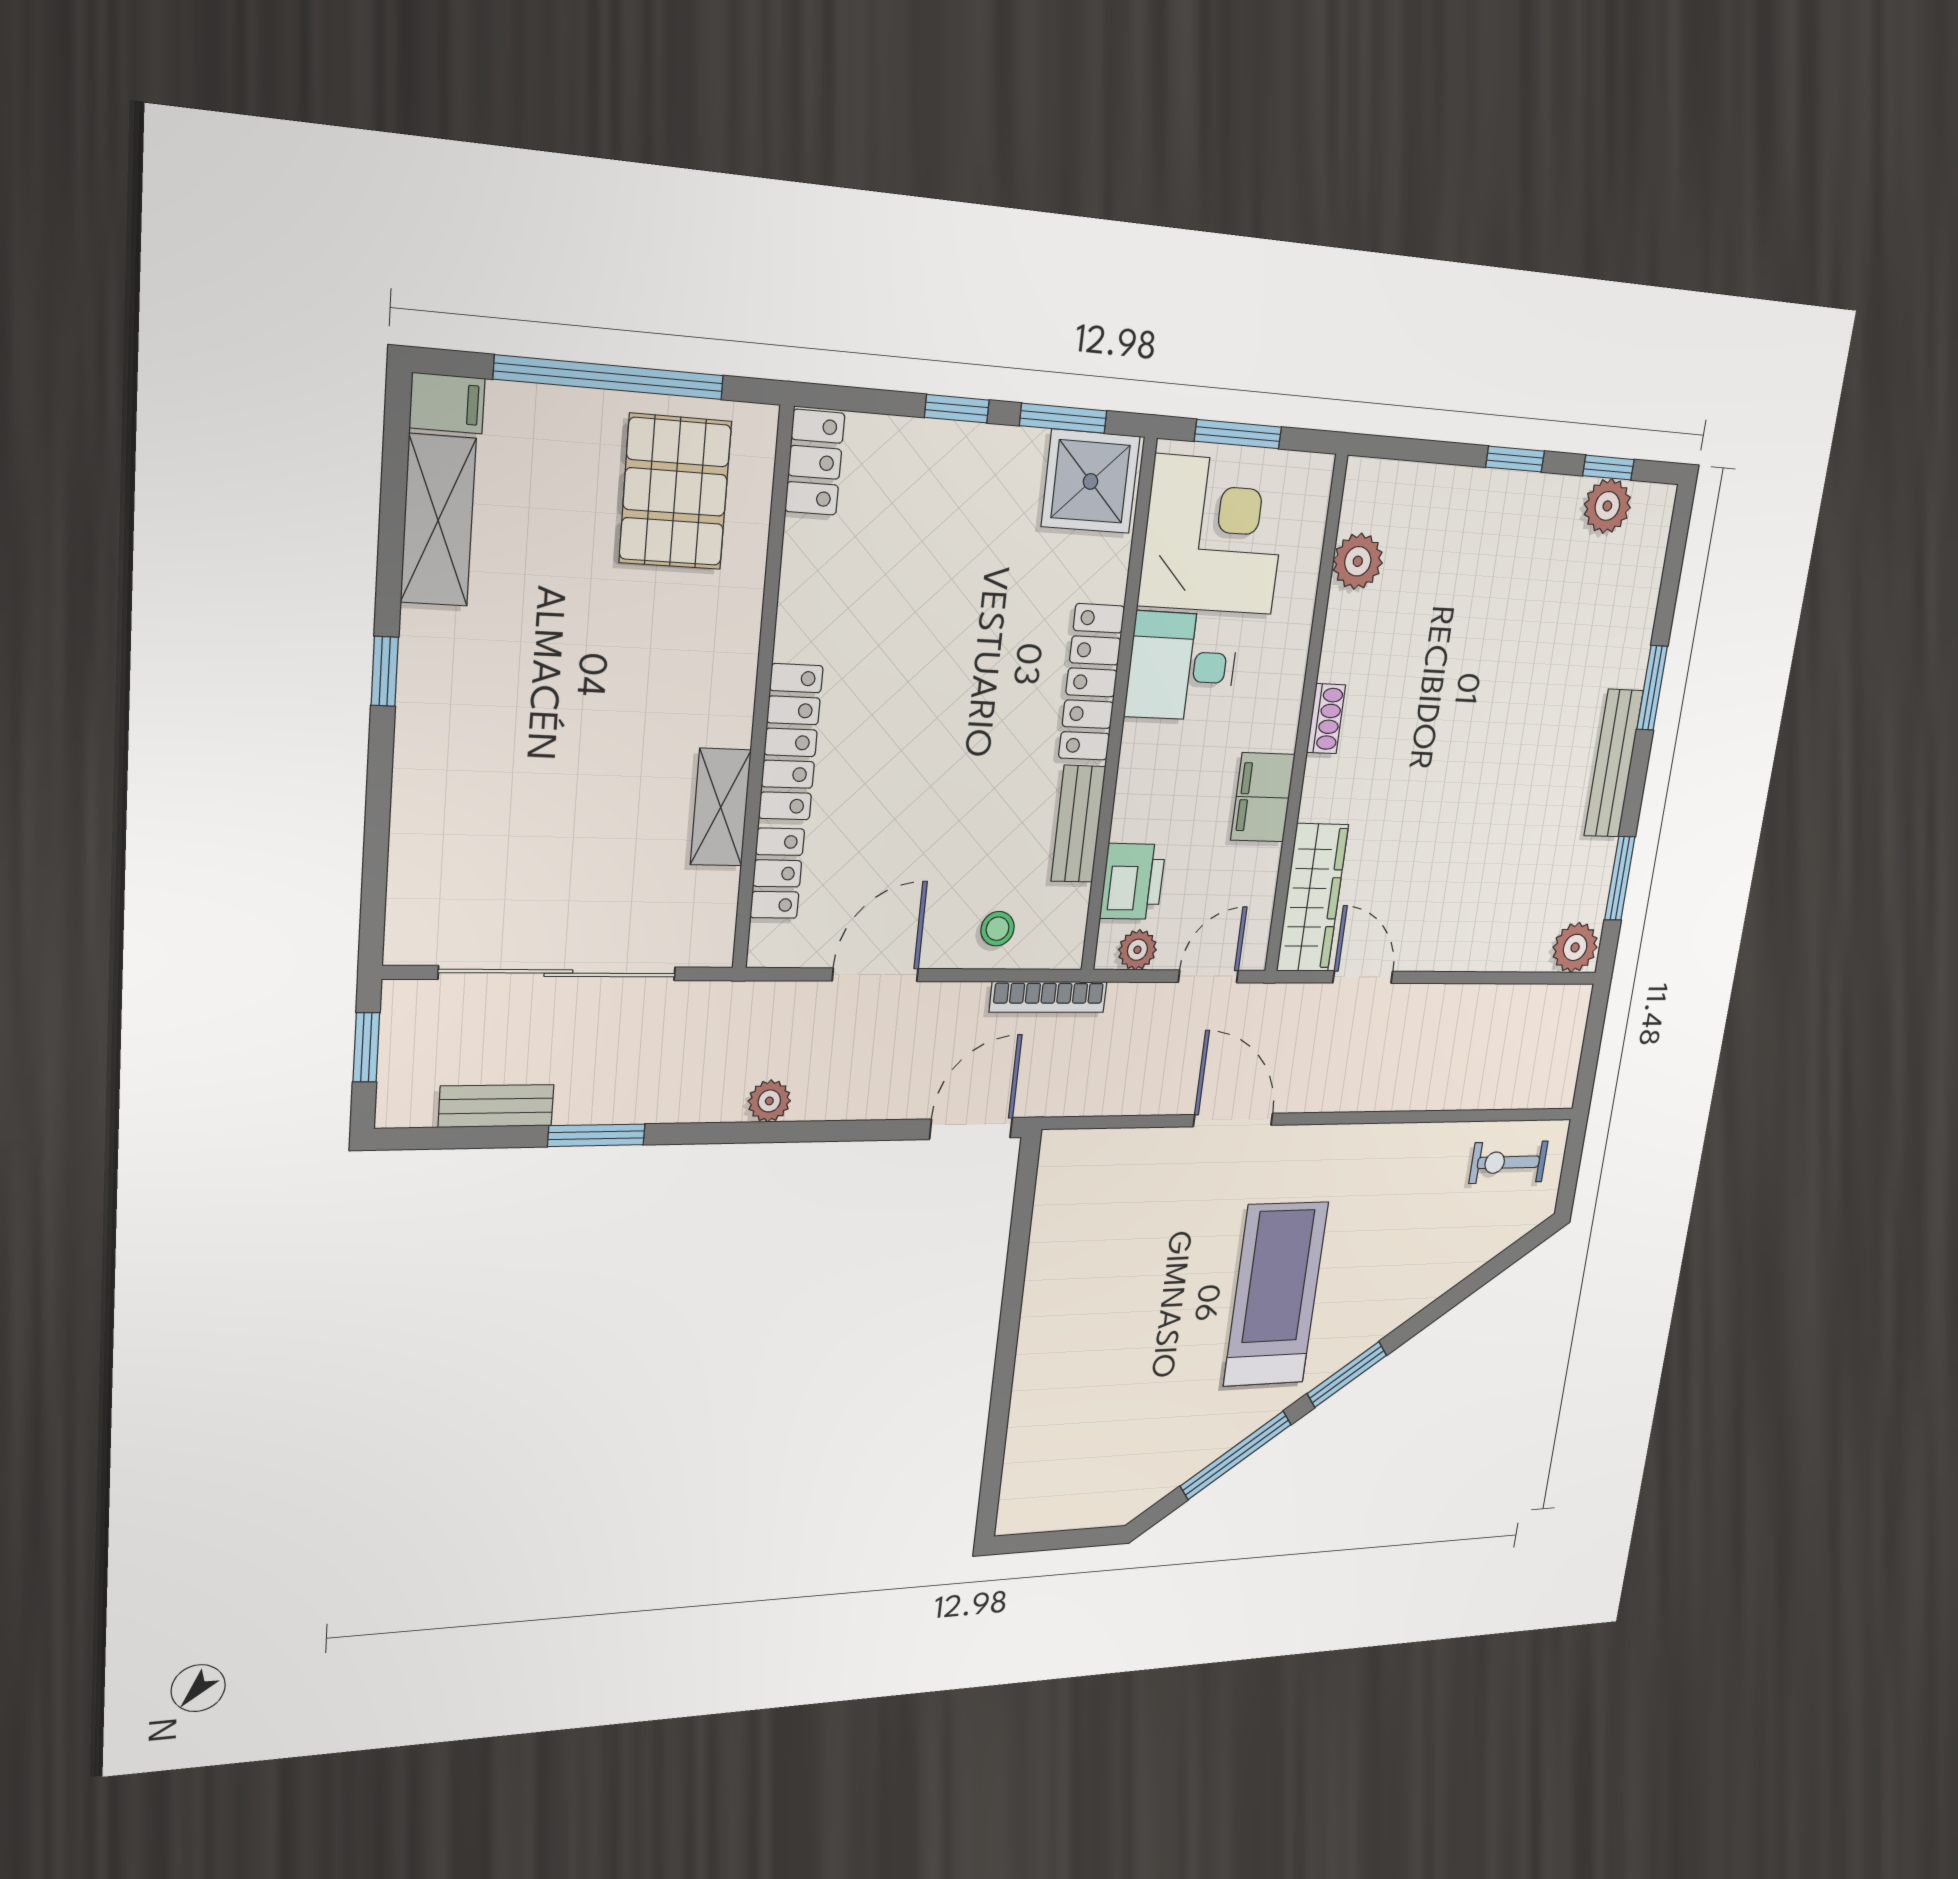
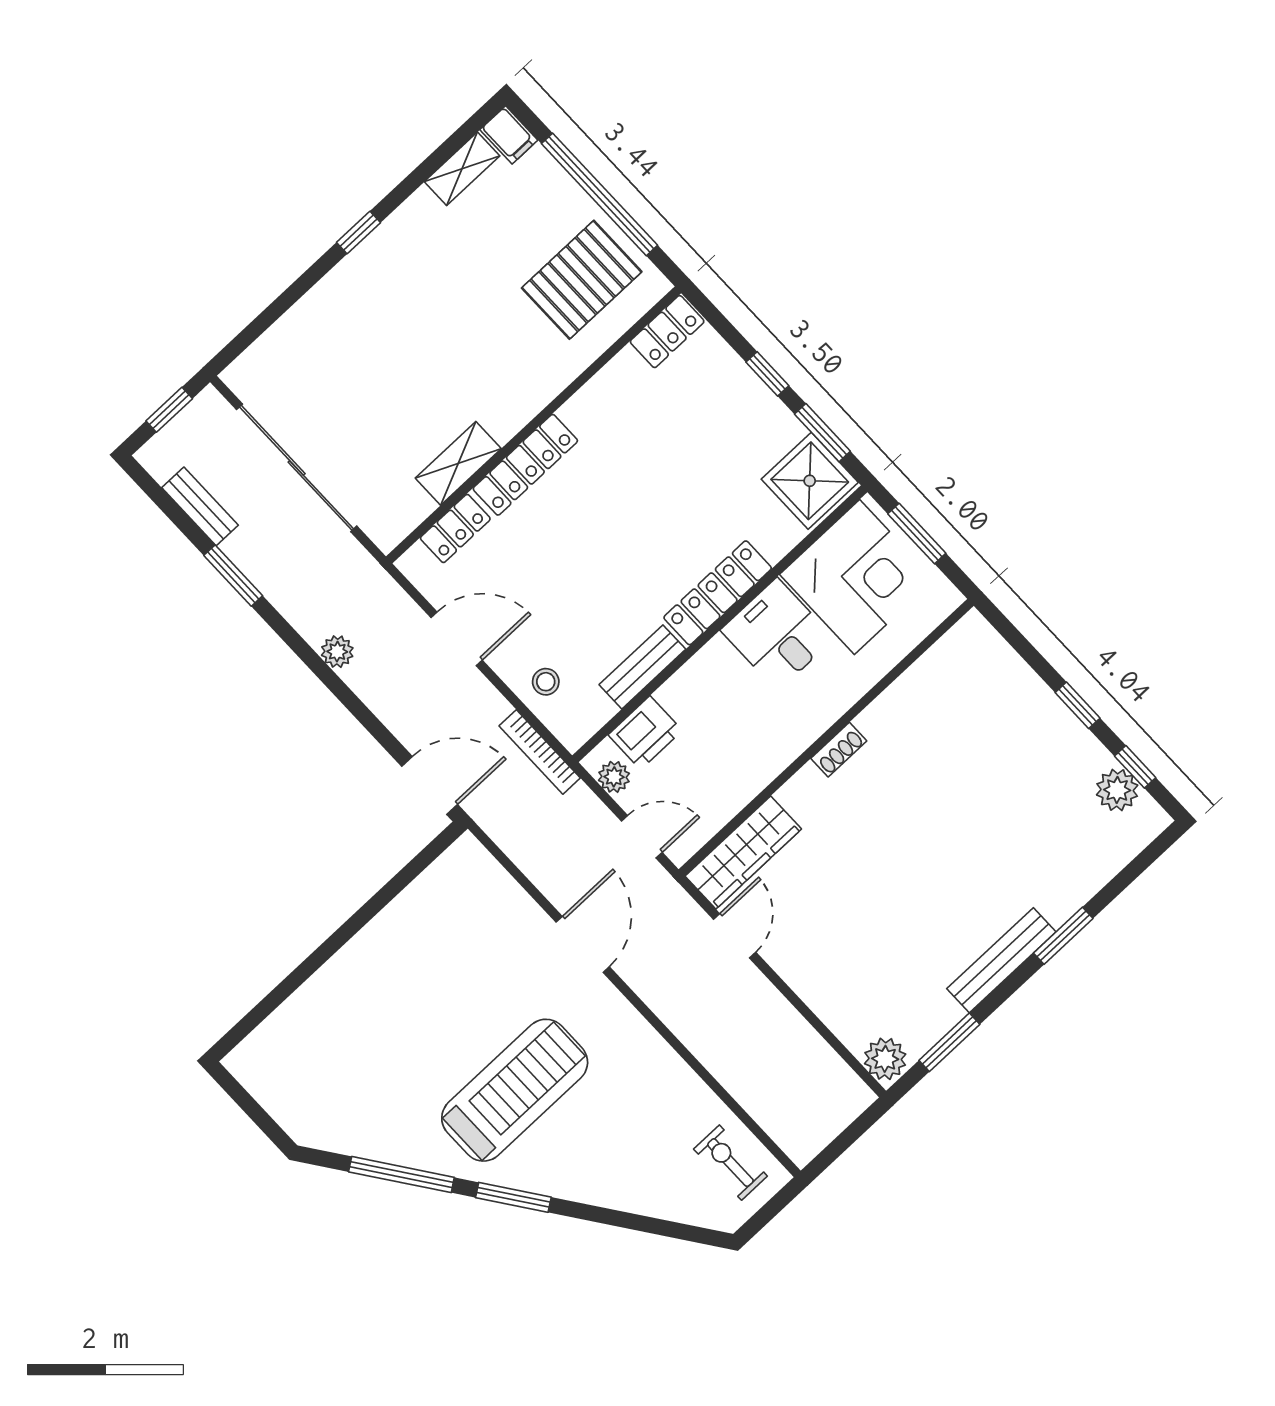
shelving: (438, 520) -> (462, 169), width x0.67, depth x0.75
plant: (1358, 561) -> (932, 674), removed
filing cabinet: (1263, 797) -> (763, 760), removed

